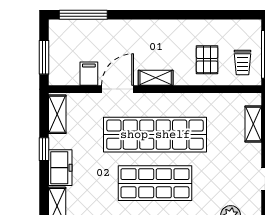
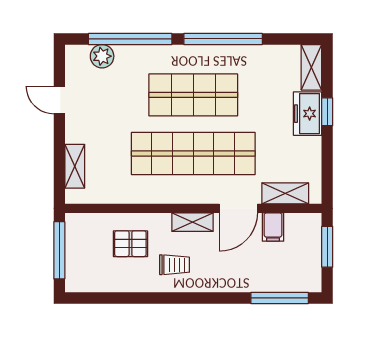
pallet: (207, 60) -> (130, 244), turned 90
trolley: (243, 62) -> (175, 265), moved, turned 90
shelving: (57, 114) -> (285, 193), moved, turned 90
window: (44, 149) -> (327, 112), moved

